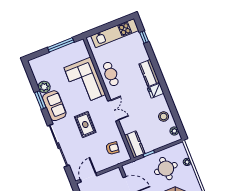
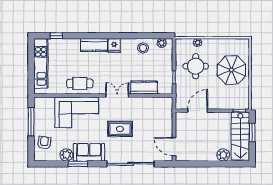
kitchen counter: (135, 144) -> (144, 88), moved
armchair: (112, 148) -> (44, 143), moved

